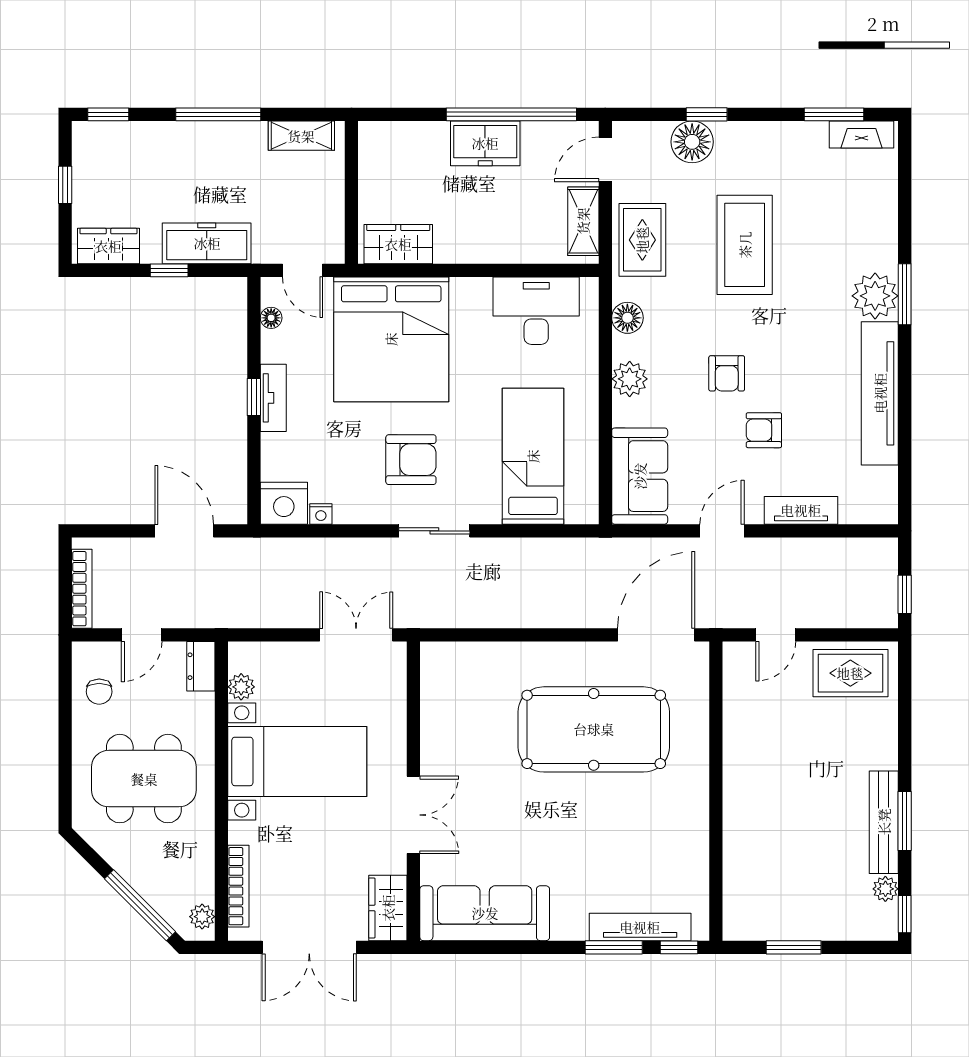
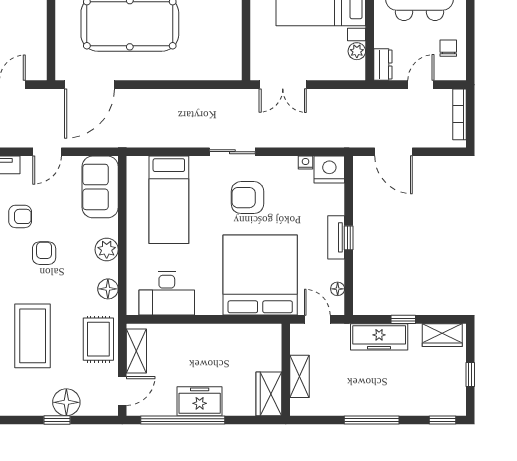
shelving: (301, 136) -> (300, 376), moved, turned 90
wardrobe: (398, 244) -> (269, 394), moved, turned 90

